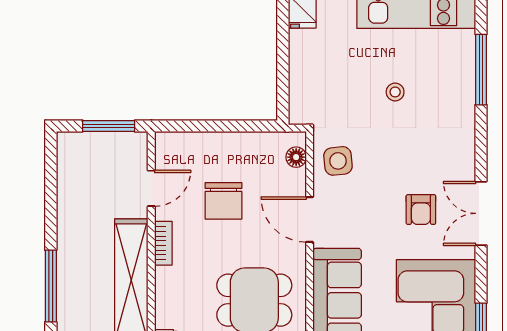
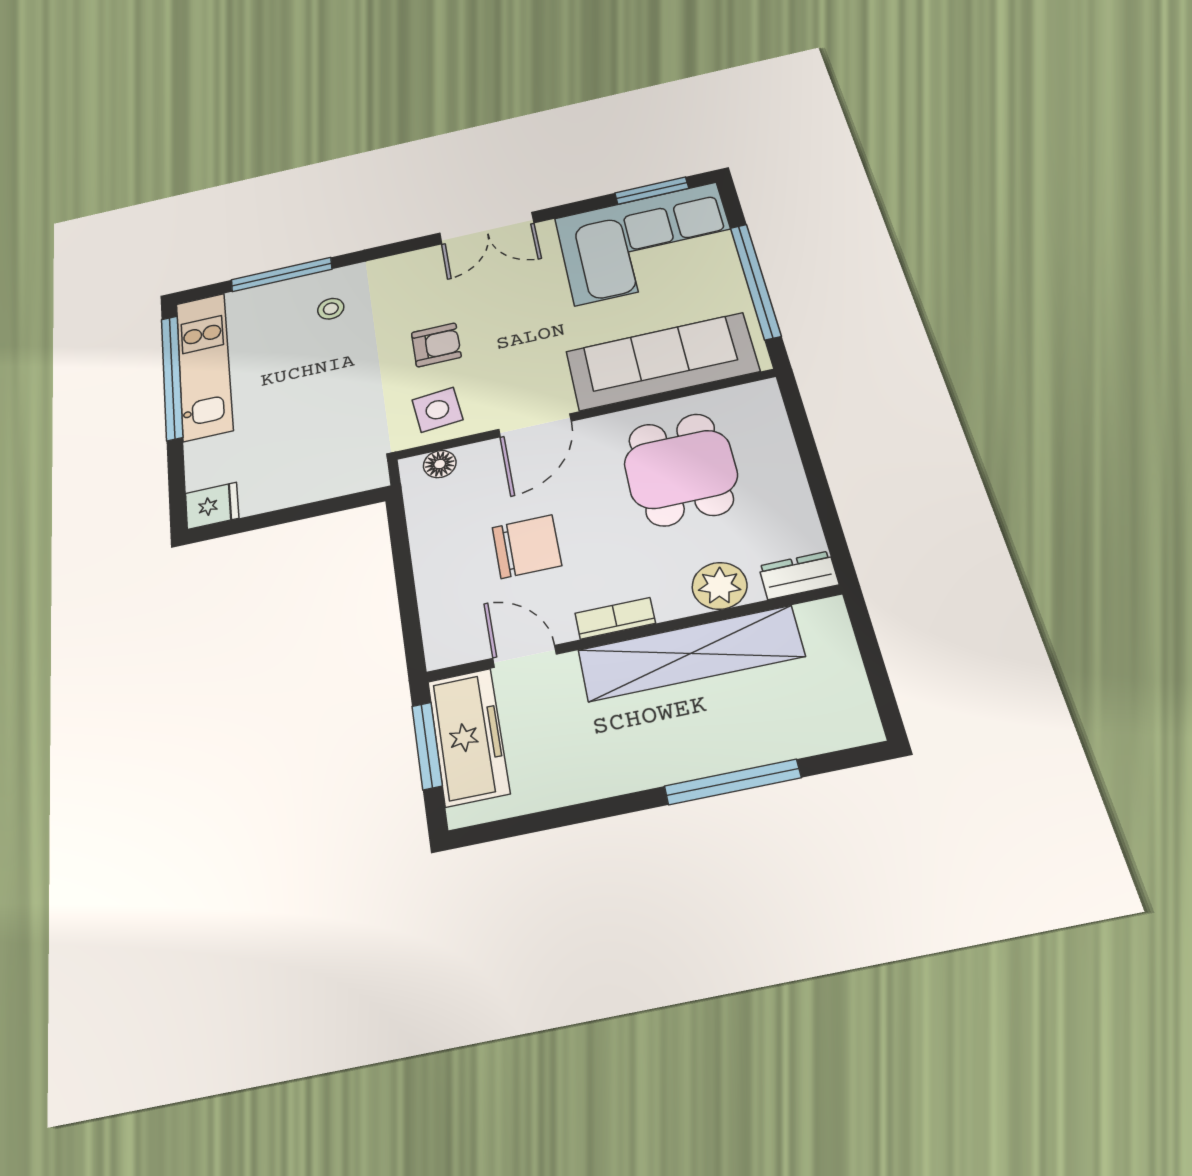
stool: (395, 92) -> (331, 309), moved
freezer: (109, 150) -> (468, 737), added
armchair: (421, 210) -> (436, 345), moved
plant: (170, 305) -> (720, 586), added

